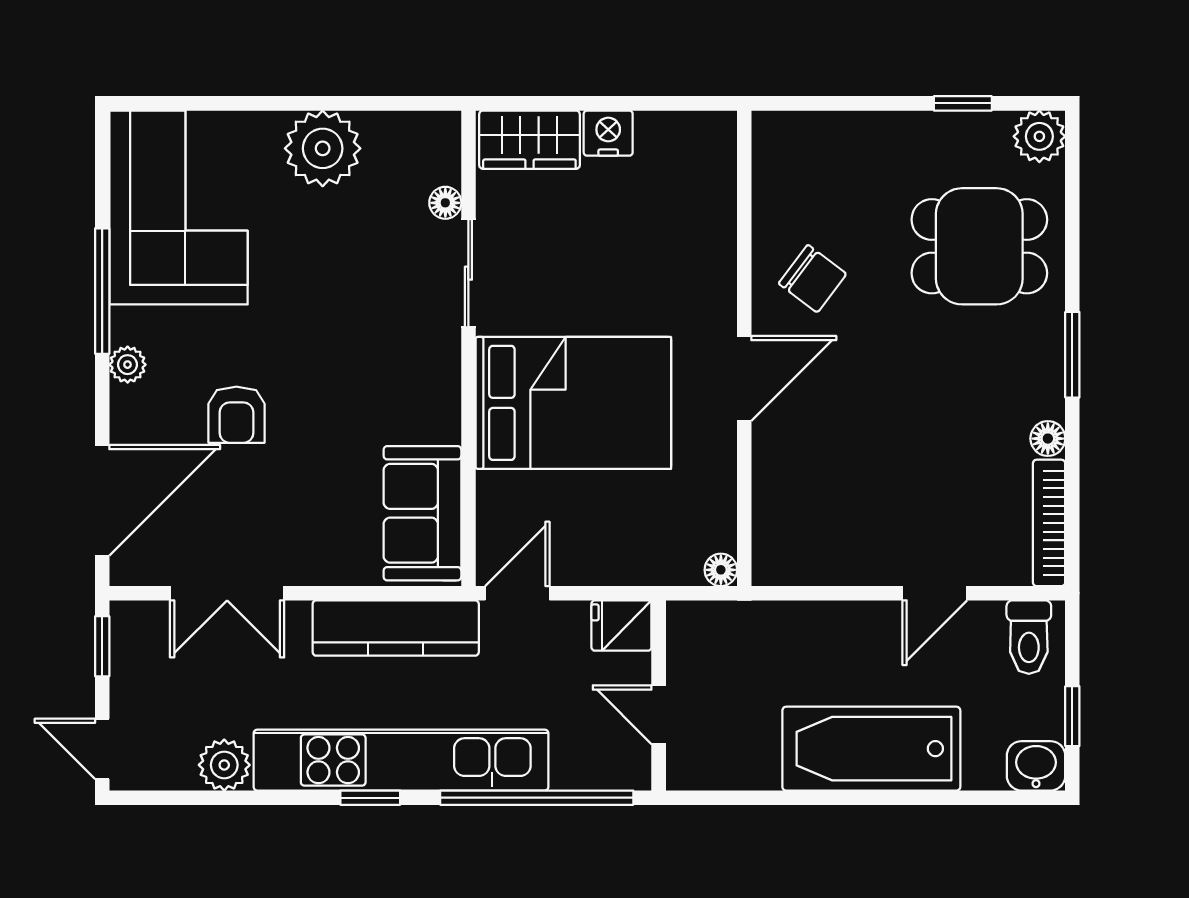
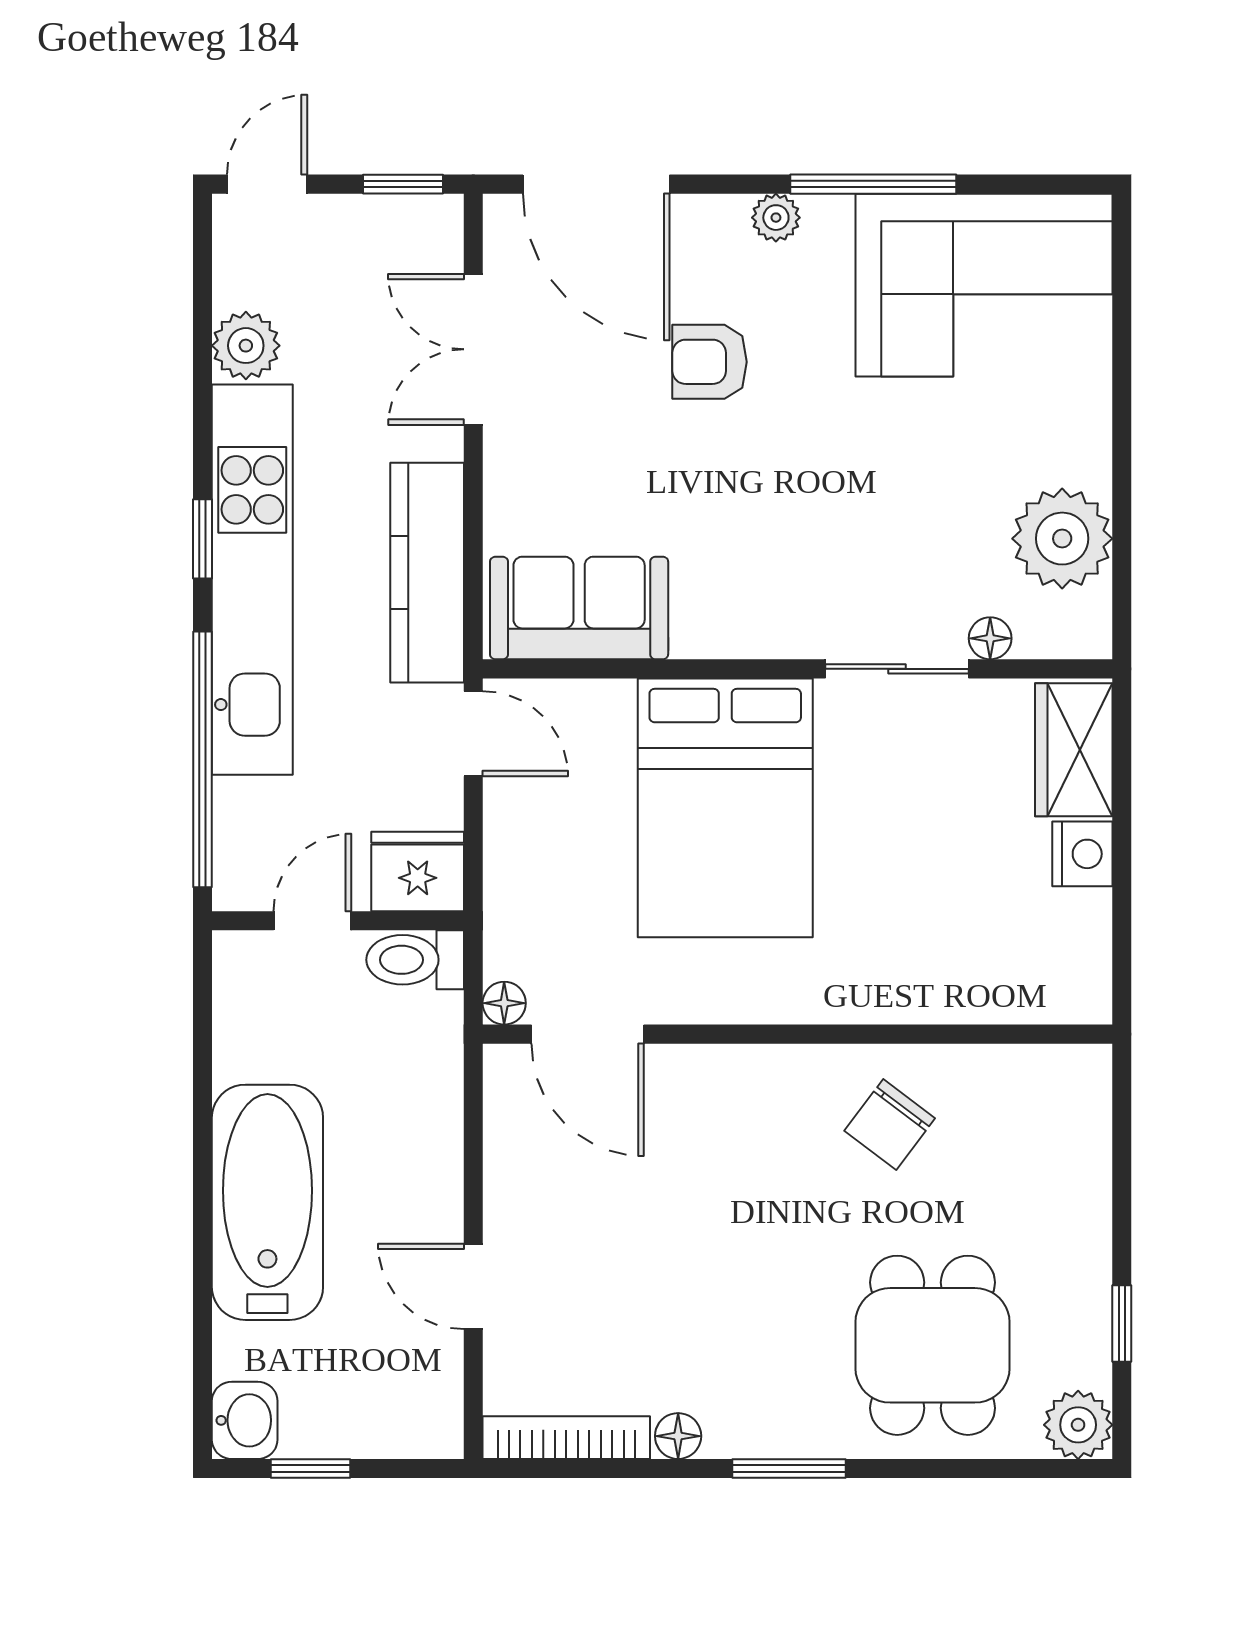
plant: (323, 148) -> (1062, 539), moved
door: (744, 378) -> (588, 1034), moved
fridge: (621, 626) -> (418, 872), width x1.38
toilet: (1029, 637) -> (415, 960), moved

